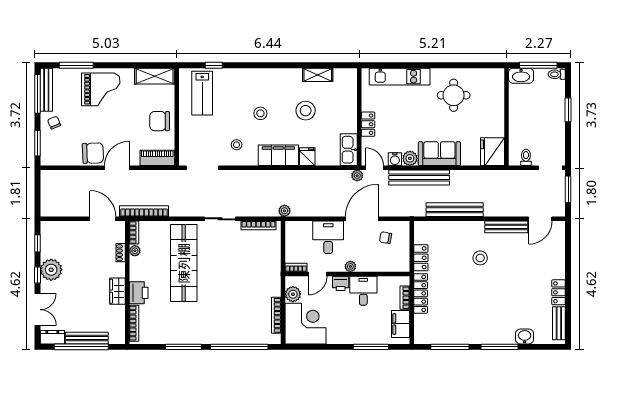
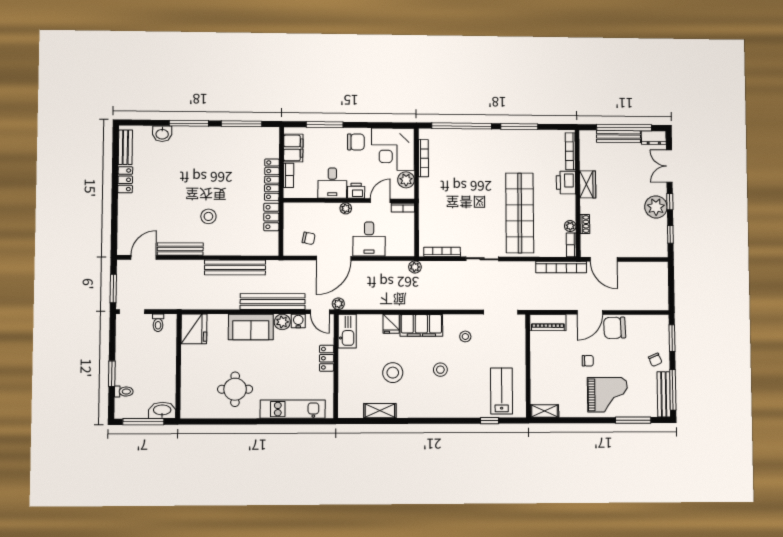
toilet: (557, 74) -> (124, 392), moved
shelving: (155, 76) -> (544, 411), width x0.67, depth x0.75
grand piano: (101, 89) -> (607, 395), turned 180
chair: (160, 121) -> (588, 361), moved, width x0.54, depth x0.54
chair: (341, 330) -> (356, 142), added

